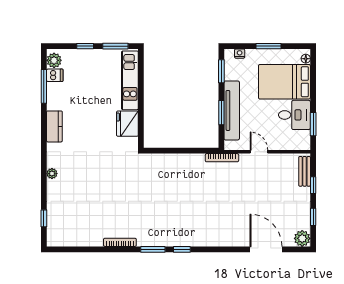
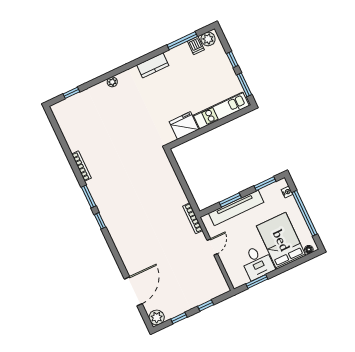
window: (268, 46) -> (305, 213), width x2.11
bench: (305, 171) -> (214, 293), removed

